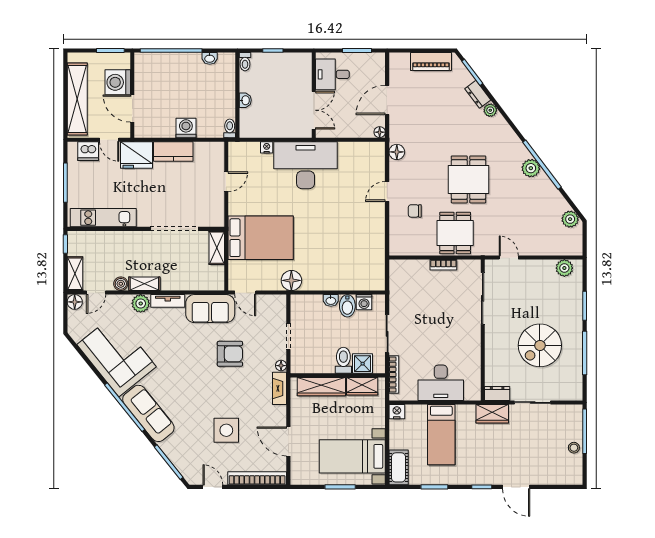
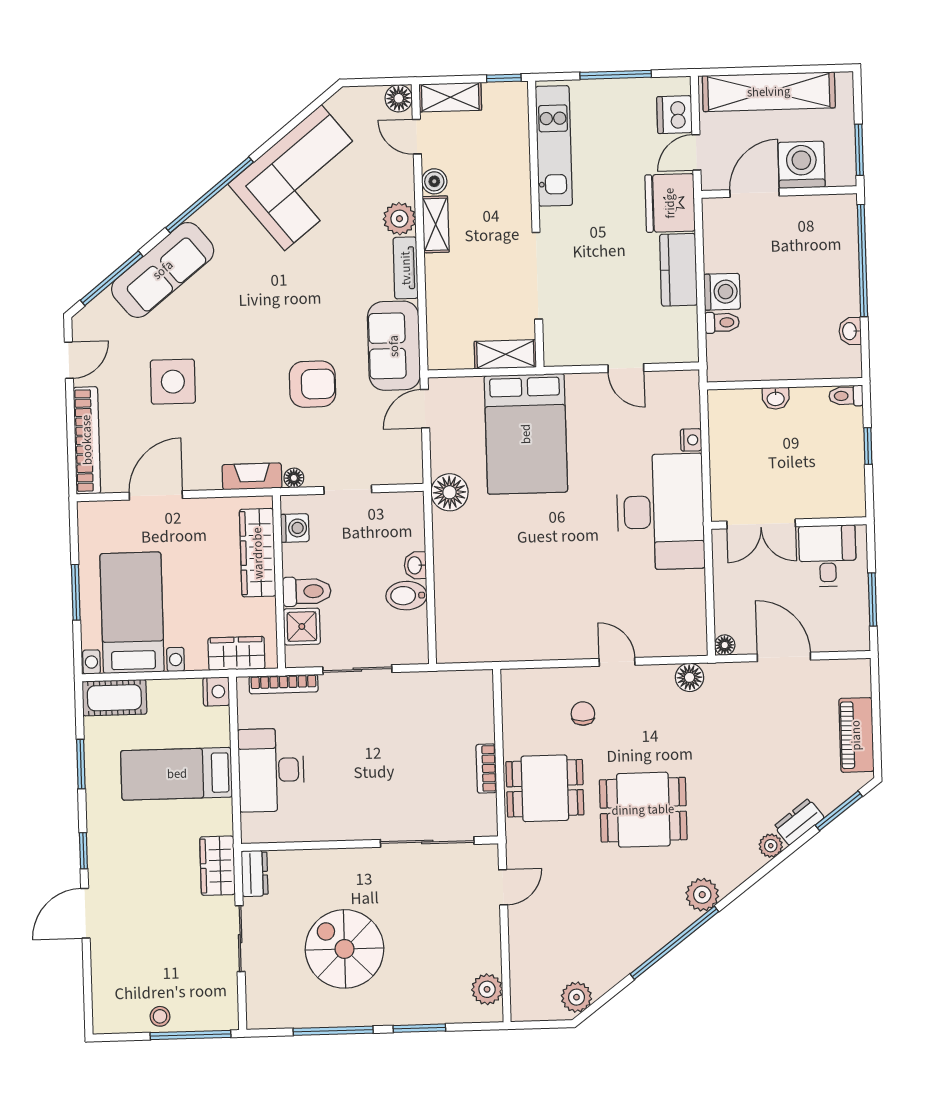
toilet: (230, 128) -> (722, 323), moved
plant: (531, 168) -> (702, 895), moved
washing machine: (364, 302) -> (295, 528), moved, turned 180
armchair: (230, 354) -> (313, 384), turned -90
wardrobe: (362, 386) -> (236, 653), moved, turned 90
sofa: (148, 413) -> (163, 270), moved

